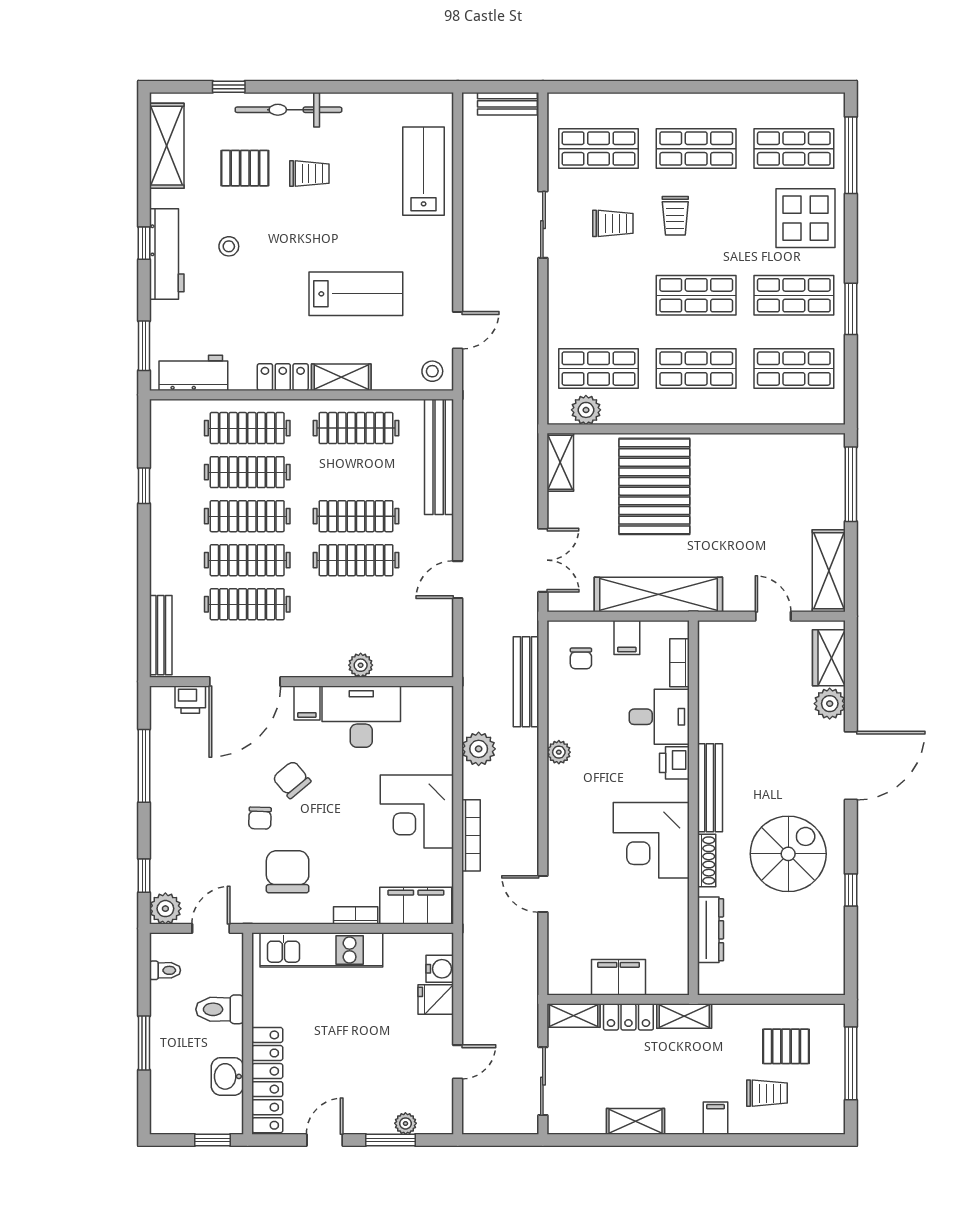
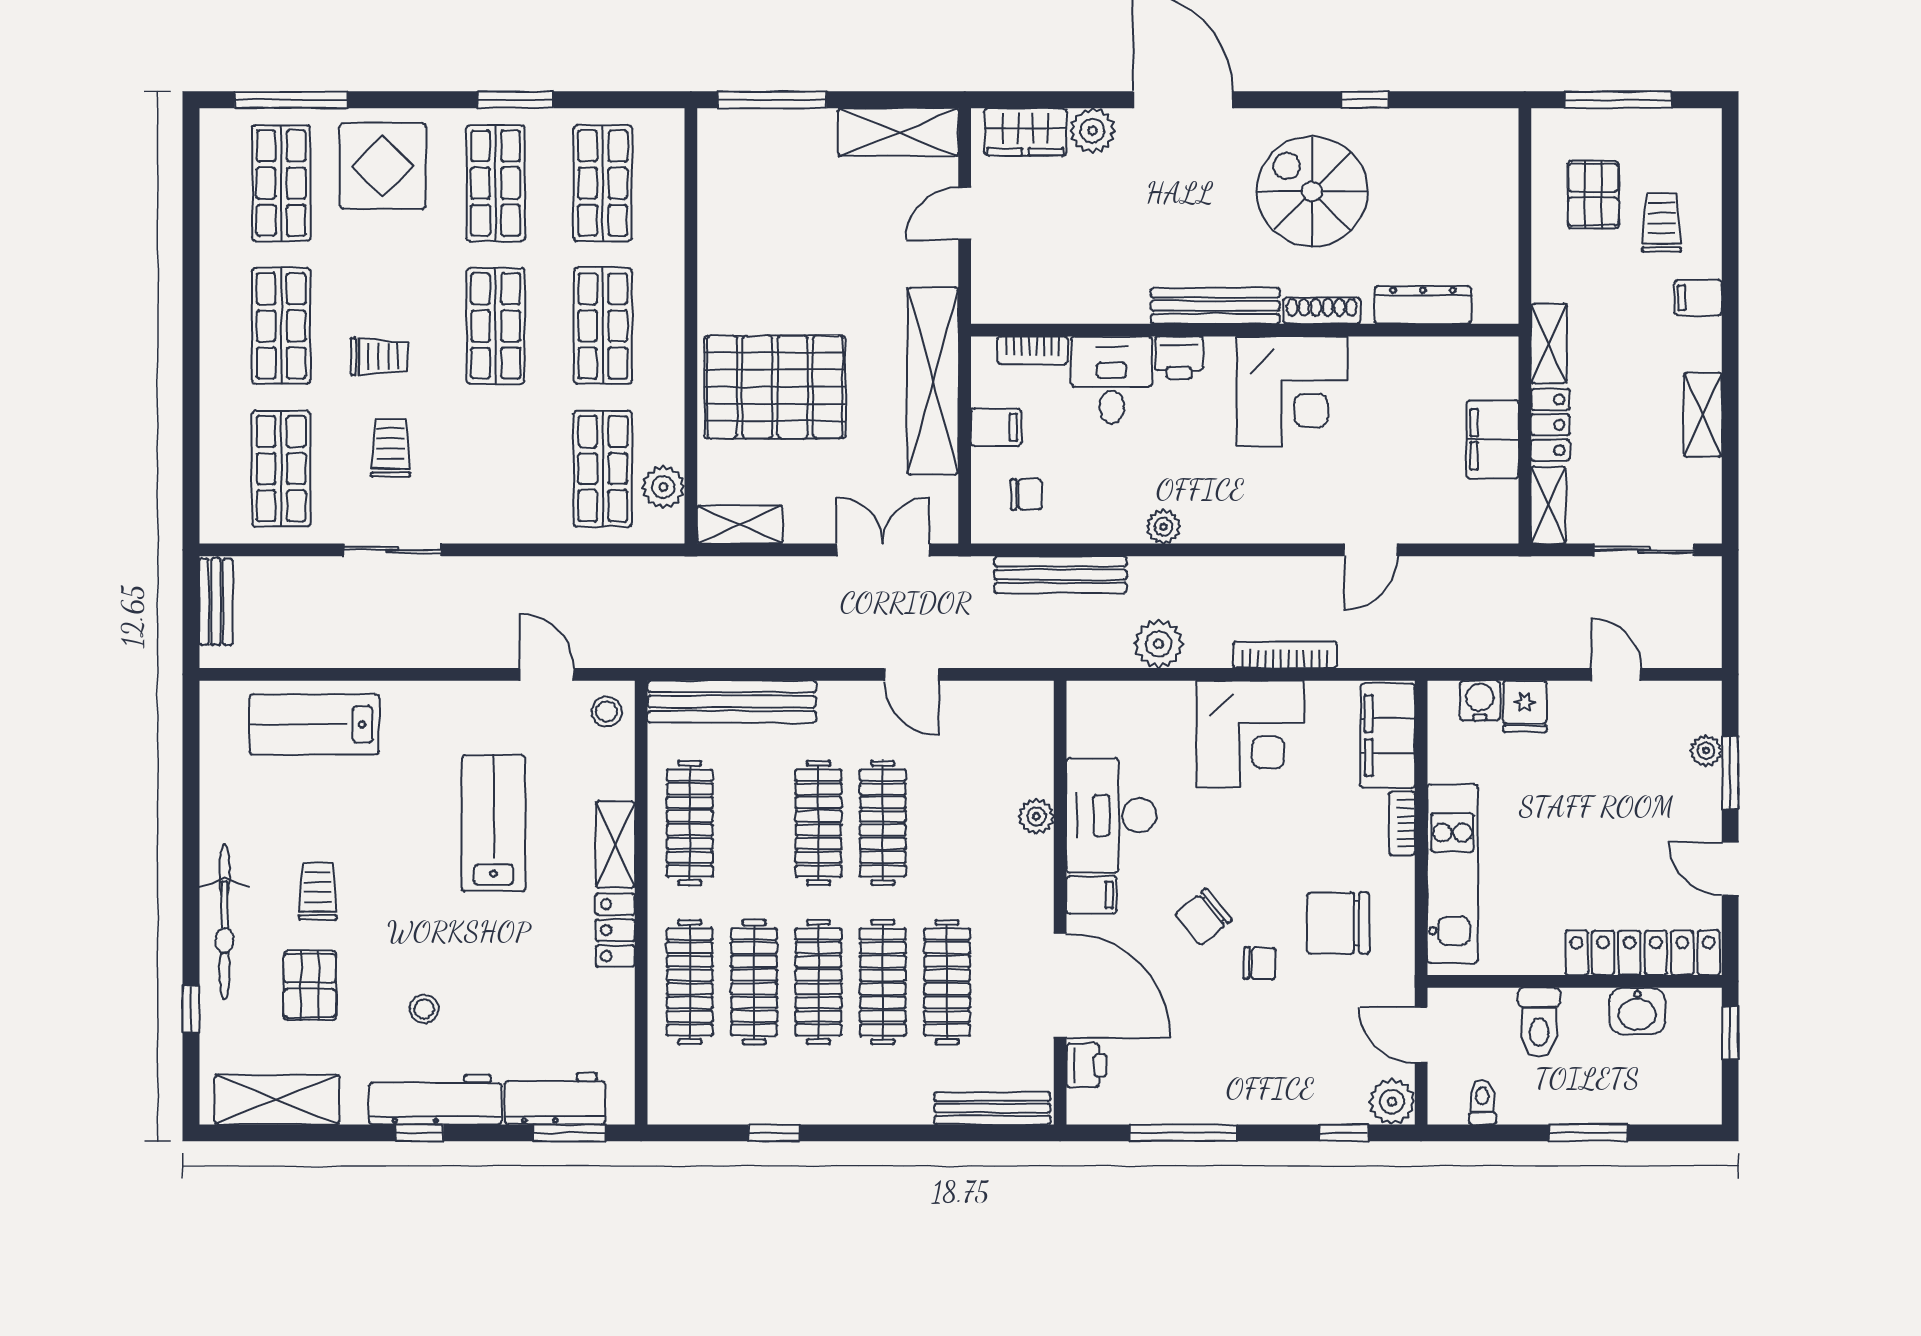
workbench: (193, 373) -> (555, 1099), moved, turned 90

